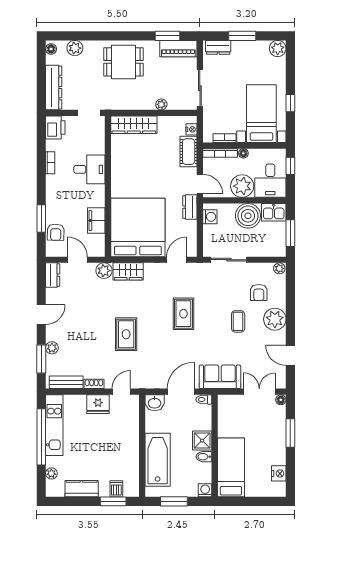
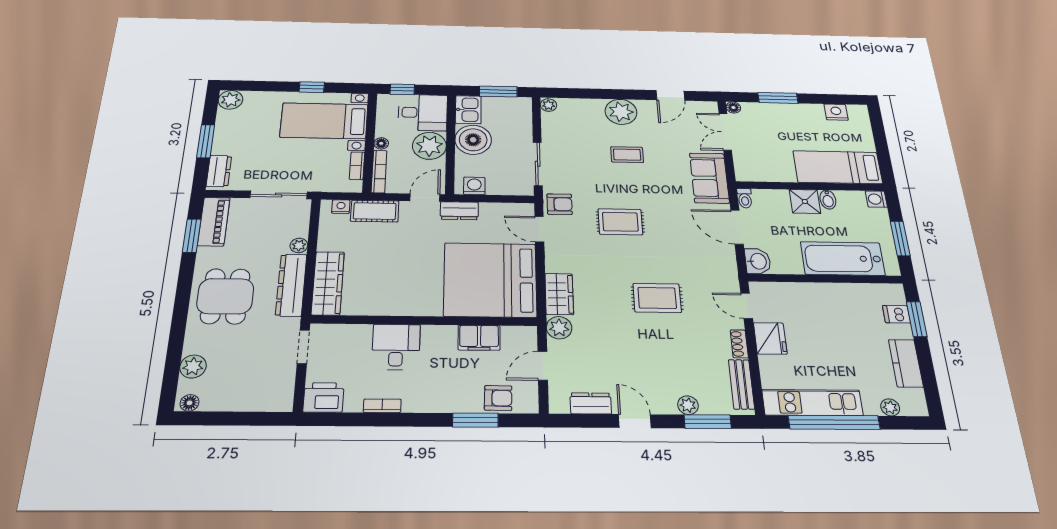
dresser: (54, 88) -> (291, 285), moved, turned -90
dresser: (53, 275) -> (591, 403), moved
armchair: (259, 292) -> (560, 204), moved

